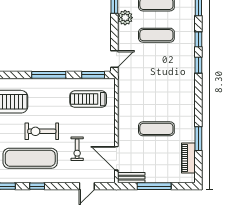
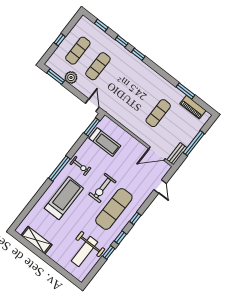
window: (49, 75) -> (59, 169), moved
treadmill: (88, 99) -> (105, 142), turned -90
exercise bike: (77, 149) -> (80, 166), moved

